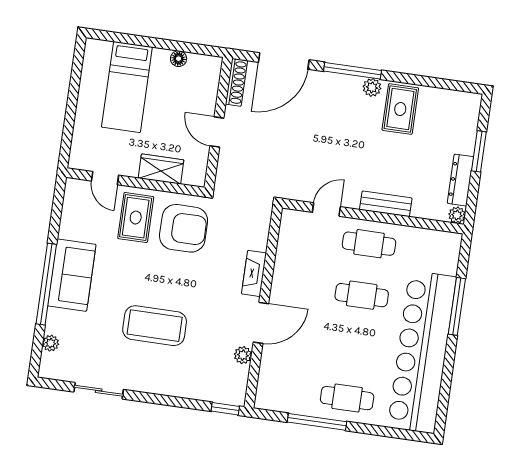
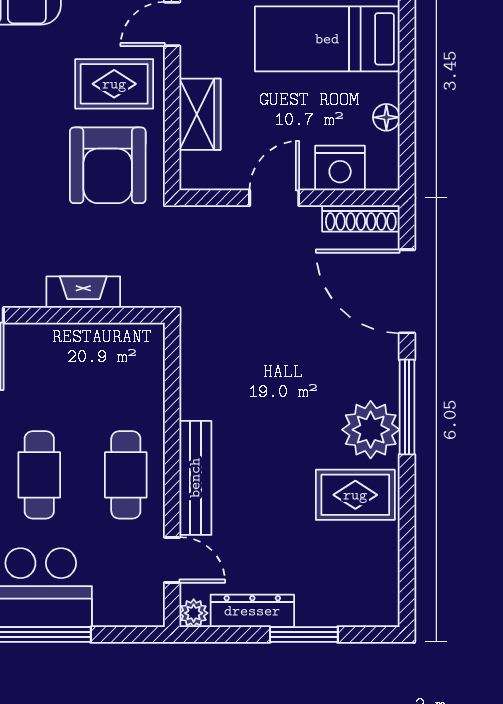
plant: (372, 87) -> (371, 430), width x1.88, depth x1.88
nightstand: (205, 90) -> (340, 168), added
bench: (386, 204) -> (195, 478), width x1.36
door: (326, 210) -> (172, 560), moved
fireplace: (254, 273) -> (83, 292), moved

